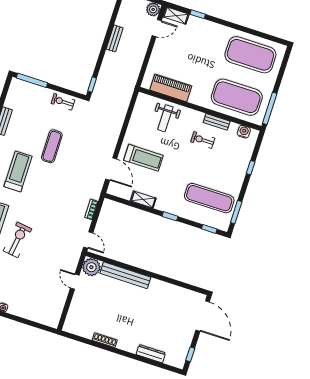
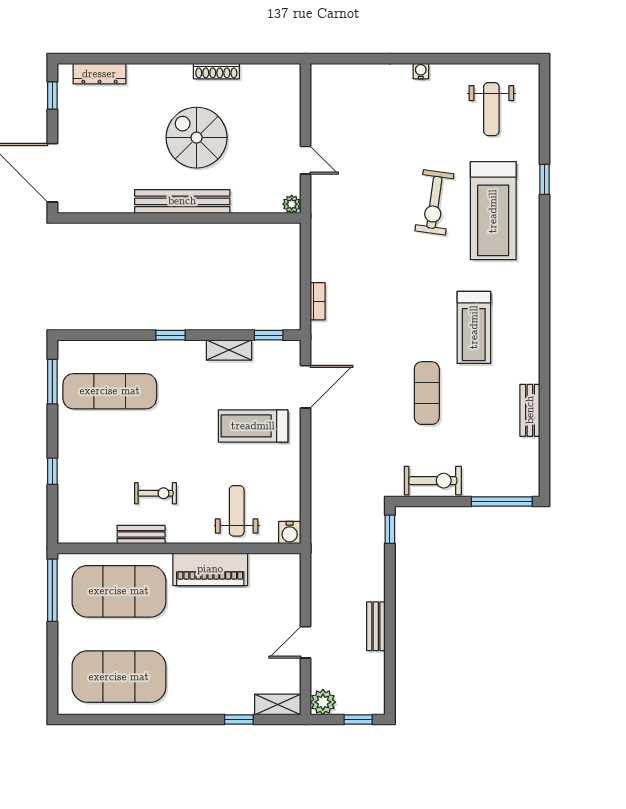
door: (157, 28) -> (305, 642), moved
piano: (171, 88) -> (210, 569), moved
exercise bike: (63, 102) -> (433, 481), width x1.38, depth x1.39
water cooler: (244, 132) -> (290, 533), moved
door: (111, 169) -> (305, 387), swing flipped
window: (209, 229) -> (269, 335), moved
door: (88, 240) -> (305, 244), removed
plant: (91, 267) -> (292, 204), width x0.53, depth x0.53
bench: (125, 275) -> (182, 201), moved
spiral stairs: (125, 310) -> (197, 138), added
dresser: (151, 354) -> (99, 74), moved

